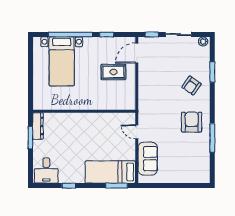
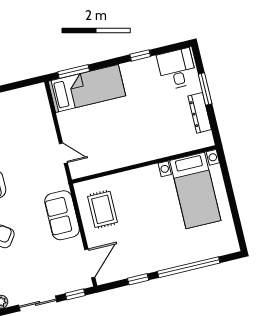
bed with nightstands: (62, 61) -> (195, 190), moved, turned 180
rug: (113, 72) -> (103, 209), moved, turned 90
dresser: (38, 126) -> (200, 113), moved
window: (30, 138) -> (205, 89), moved
sofa: (148, 159) -> (62, 215), moved

